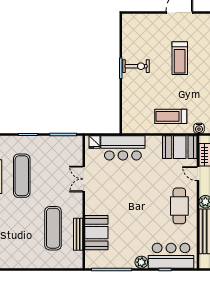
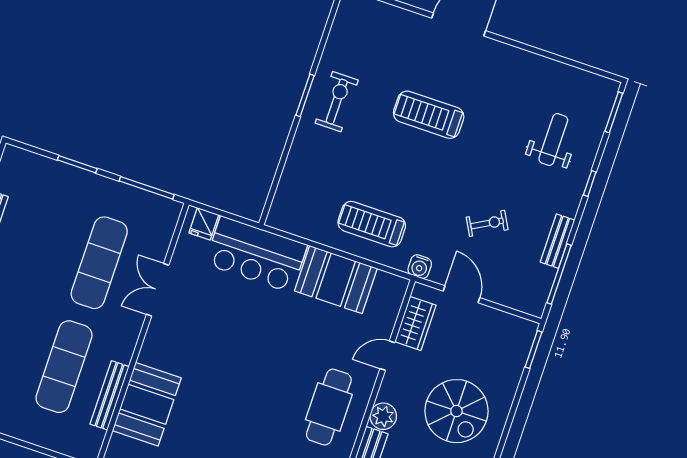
treadmill: (180, 58) -> (429, 115), turned 90
exercise bike: (136, 66) -> (337, 102), turned -90
booth: (180, 147) -> (336, 280), moved
door: (198, 174) -> (387, 356), hinge flipped
exercise mat: (22, 176) -> (99, 263), moved

